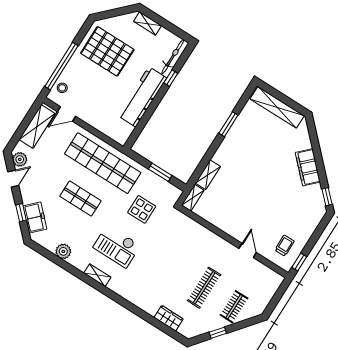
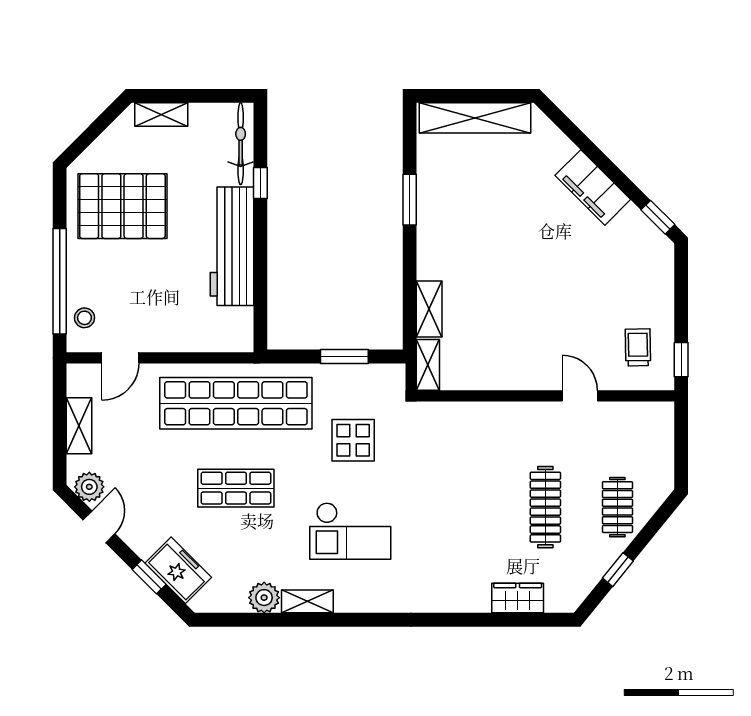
shelving: (37, 127) -> (79, 426), width x0.67, depth x0.75
shelving: (97, 275) -> (307, 601), moved

